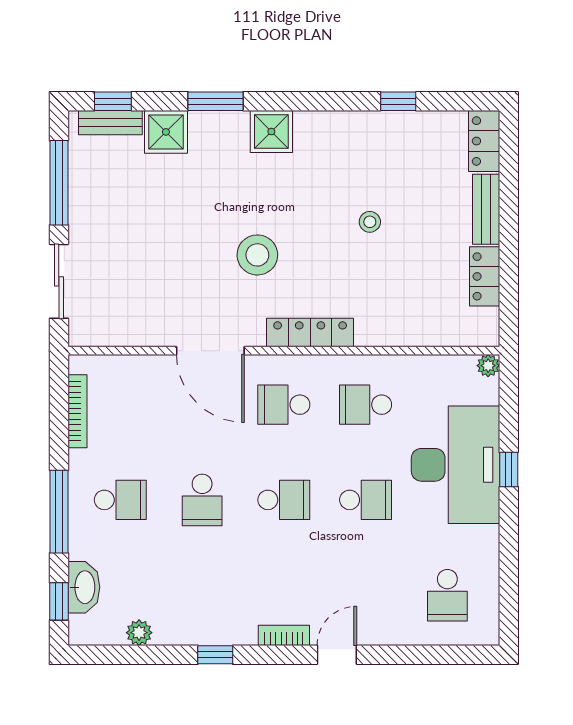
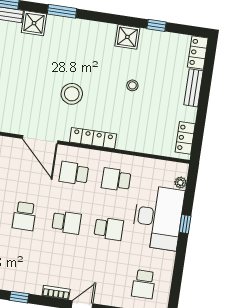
shower: (271, 132) -> (127, 37), moved
locker: (485, 276) -> (185, 138), moved
plant: (488, 366) -> (180, 183), moved

